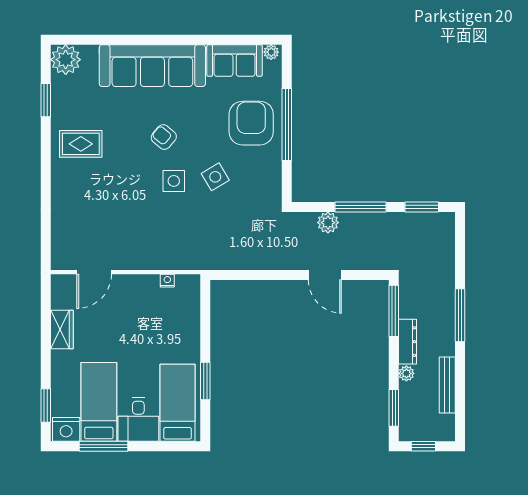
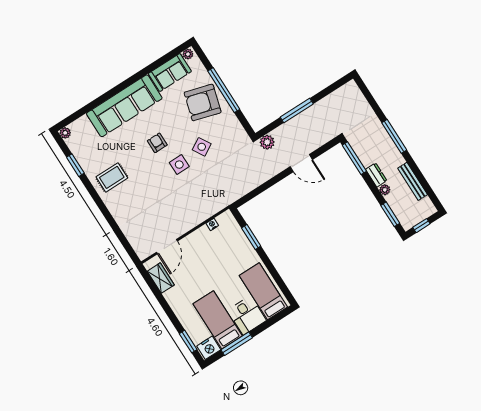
plant: (66, 60) -> (65, 133), width x0.53, depth x0.53
armchair: (251, 123) -> (203, 102), turned -74
armchair: (164, 137) -> (157, 143), turned 50
window: (422, 207) -> (332, 88), removed
plant: (328, 223) -> (267, 142), moved
wardrobe: (62, 329) -> (161, 278), moved
dresser: (407, 342) -> (376, 175), width x0.70
window: (205, 381) -> (251, 237), moved

